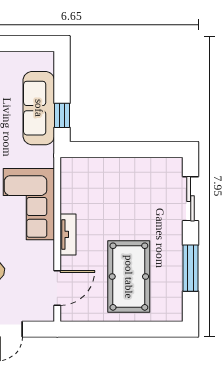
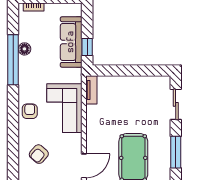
tv unit: (68, 234) -> (91, 90), moved

